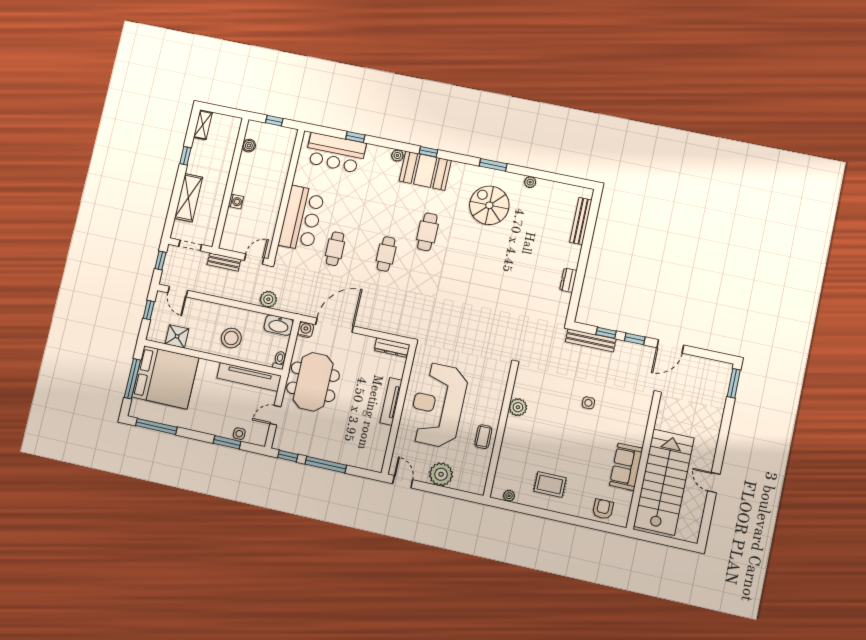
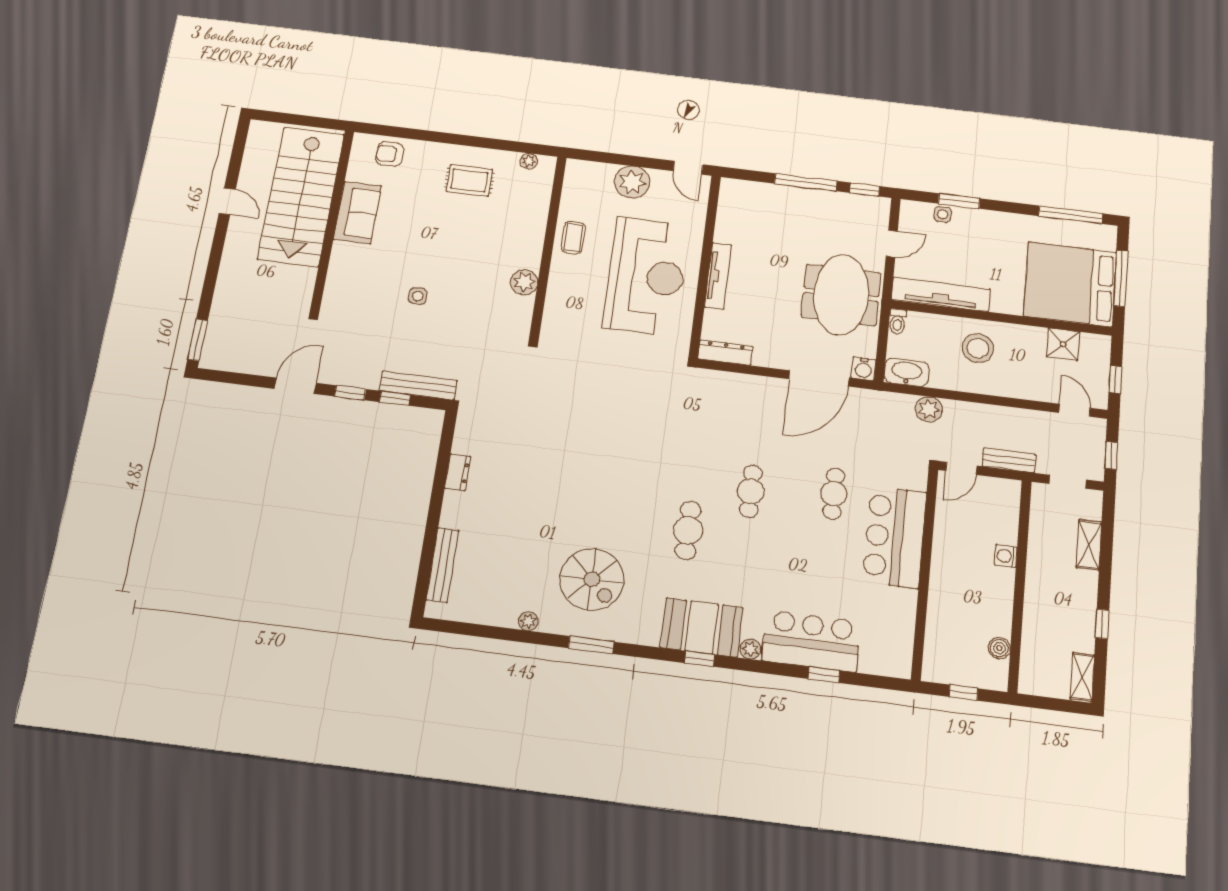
bar counter: (335, 153) -> (811, 641), moved
shelving: (188, 198) -> (1089, 545), width x0.67, depth x0.75
armchair: (603, 509) -> (390, 154), turned 90

